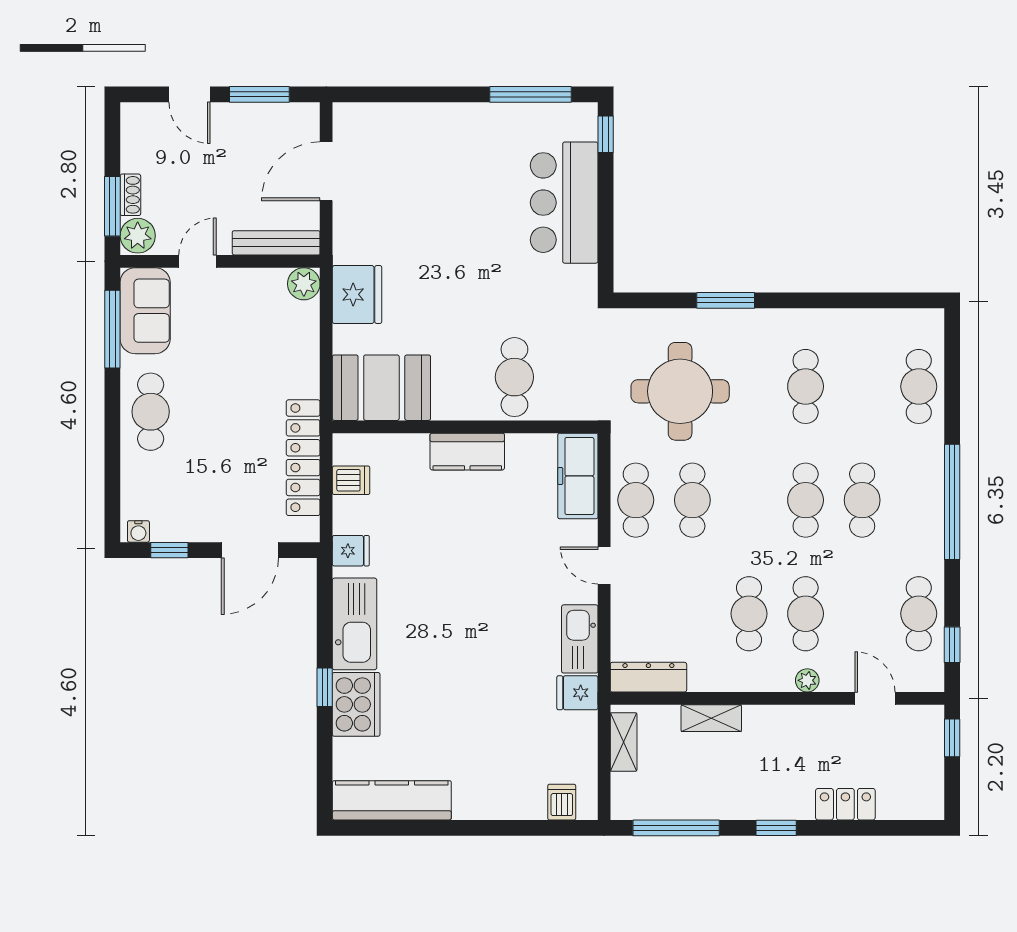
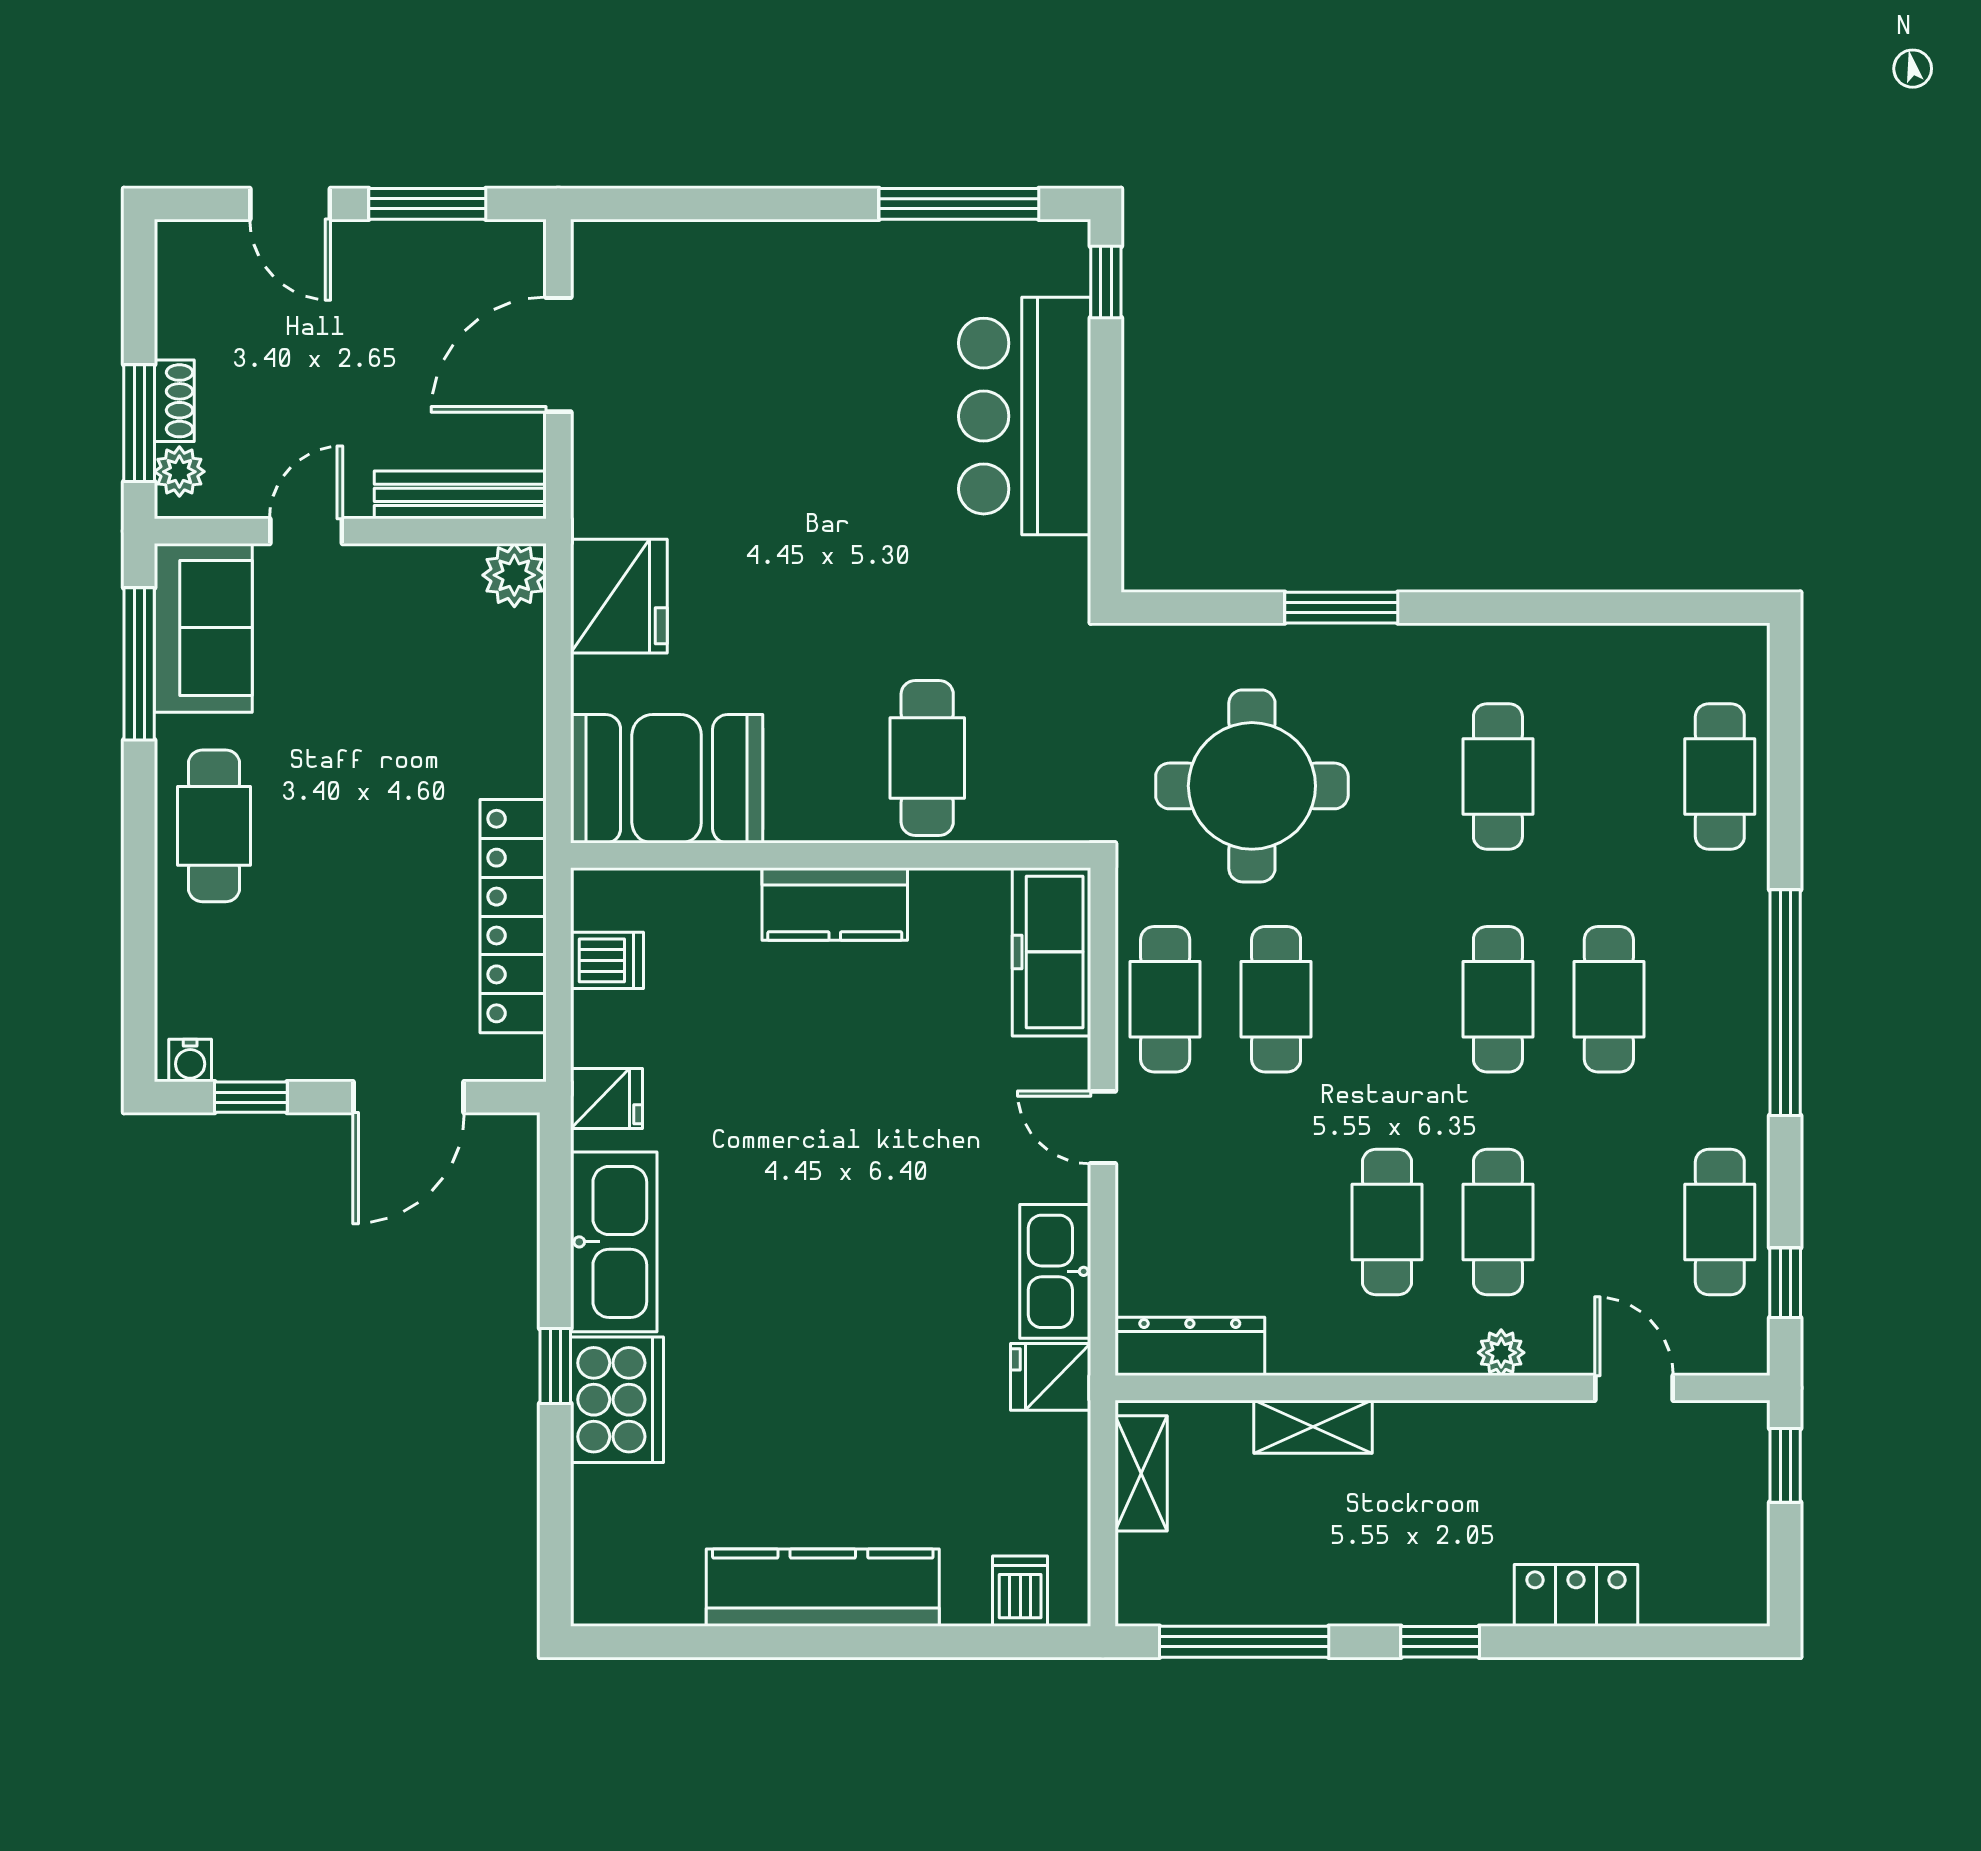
plant: (138, 236) -> (179, 472), width x0.73, depth x0.73
kitchen counter: (392, 800) -> (823, 1588), moved

